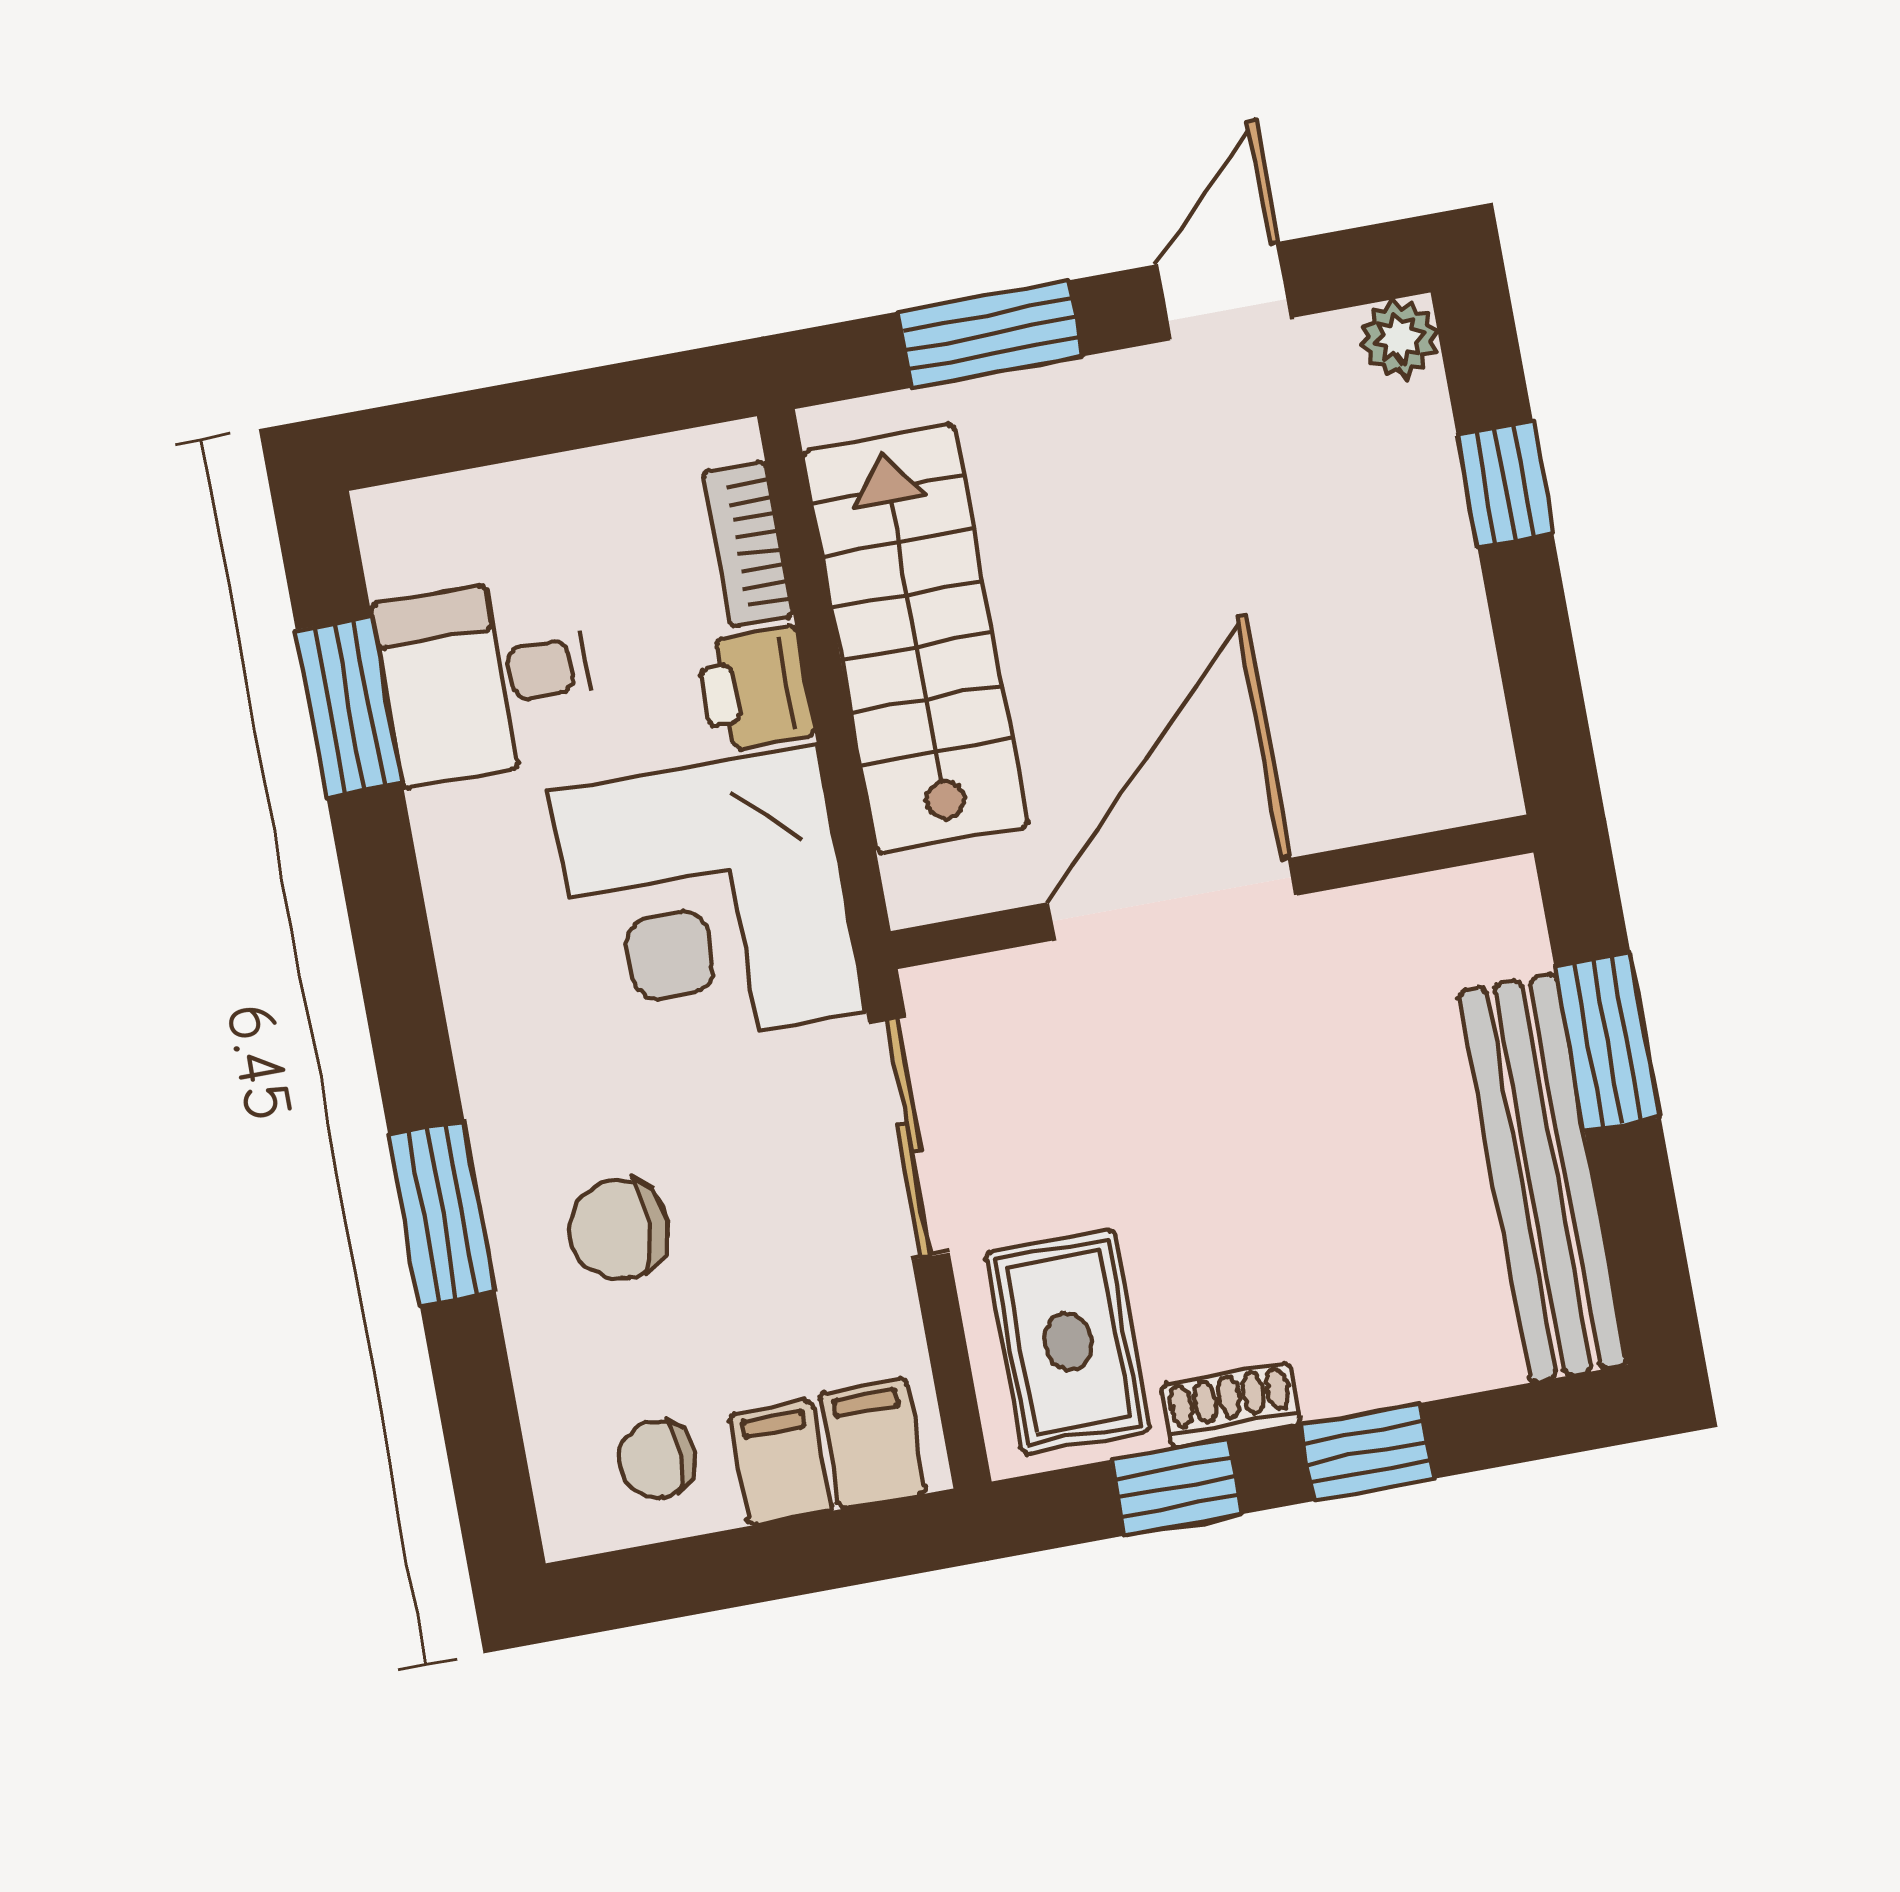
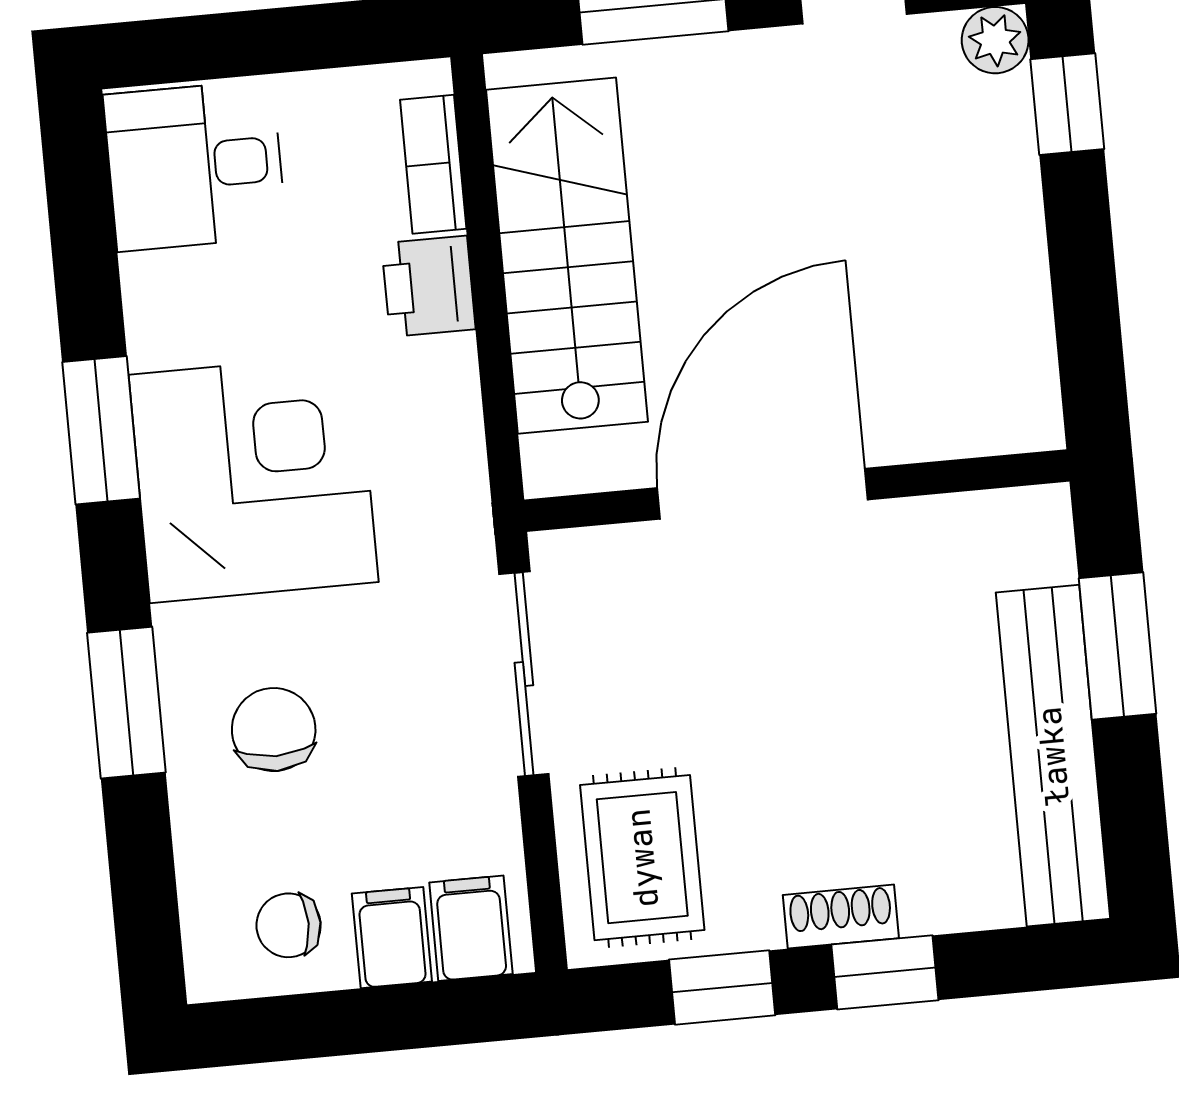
window: (1505, 485) -> (1067, 104), moved
desk: (486, 679) -> (195, 166), moved
window: (349, 706) -> (101, 430), moved
corner desk: (707, 901) -> (254, 478), moved, turned 180
chair: (619, 1229) -> (274, 730), turned 90
shoe rack: (1231, 1405) -> (841, 917), moved

